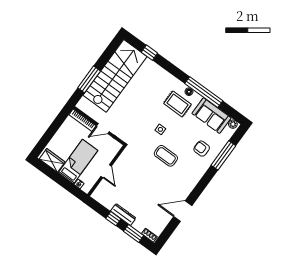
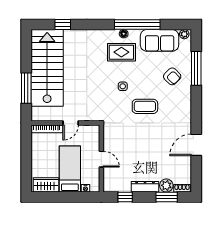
armchair: (202, 149) -> (172, 76), turned -135
window: (113, 219) -> (125, 197), moved
plant: (139, 225) -> (166, 185), added

